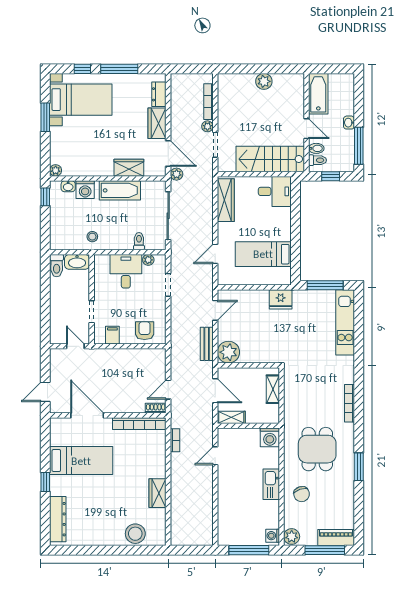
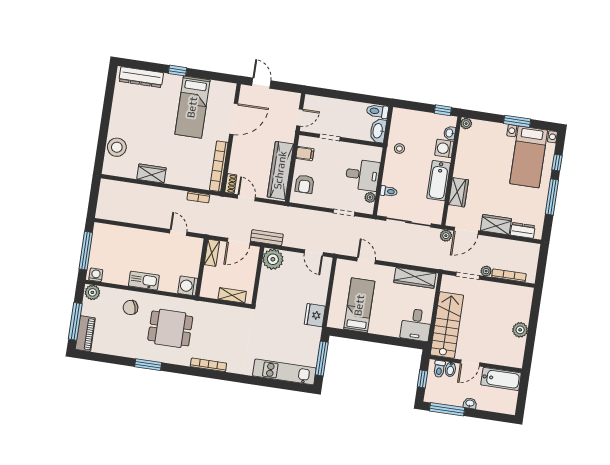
armchair: (145, 331) -> (305, 184), turned 90
bench: (207, 344) -> (267, 238), moved
wardrobe: (134, 358) -> (280, 170), added

